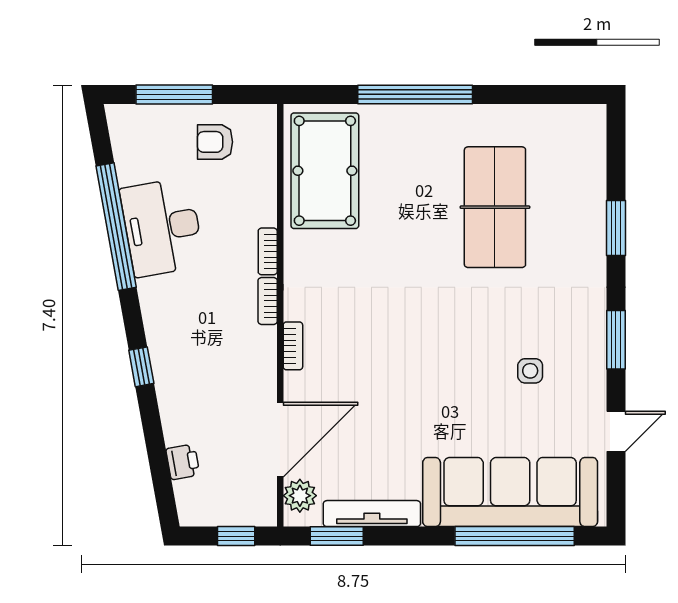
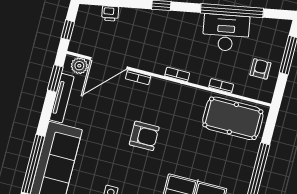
bookcase: (268, 251) -> (221, 86), moved
armchair: (404, 334) -> (144, 136), added
bookcase: (293, 346) -> (138, 77), moved
door: (280, 440) -> (109, 63), hinge flipped

